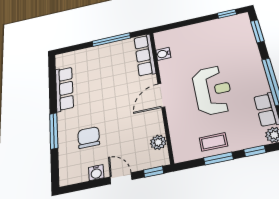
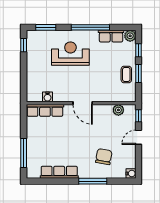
window: (111, 40) -> (24, 153), moved
reception desk: (212, 90) -> (70, 54), moved
chair: (89, 137) -> (104, 157), turned 100
water cooler: (96, 173) -> (131, 173), moved

